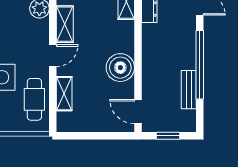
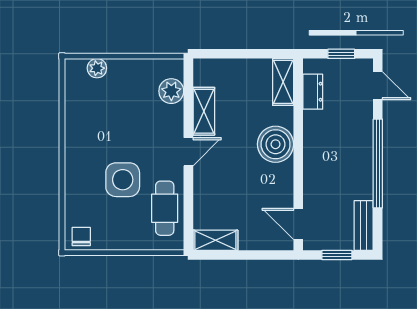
boiler: (120, 68) -> (276, 144), moved
bench: (189, 90) -> (364, 225), moved
shelving: (64, 94) -> (215, 240), moved, turned 90

